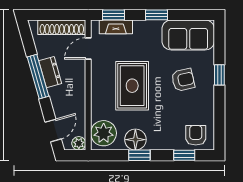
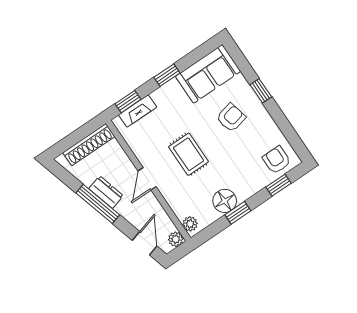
door: (88, 48) -> (147, 179), moved
rug: (132, 86) -> (189, 154), width x0.73, depth x0.70
plant: (104, 133) -> (190, 224), width x0.53, depth x0.53

